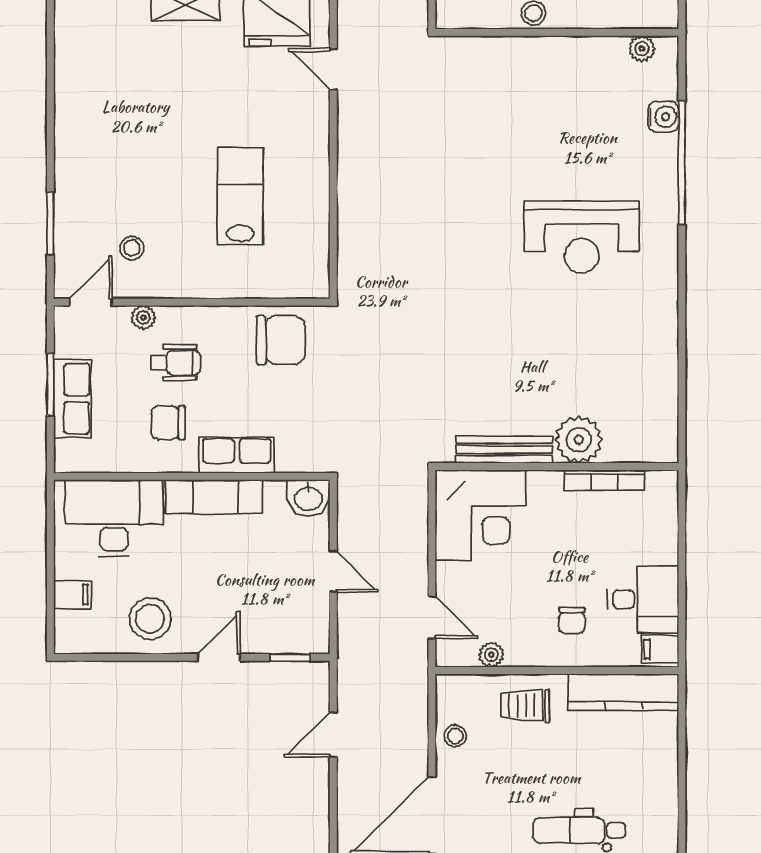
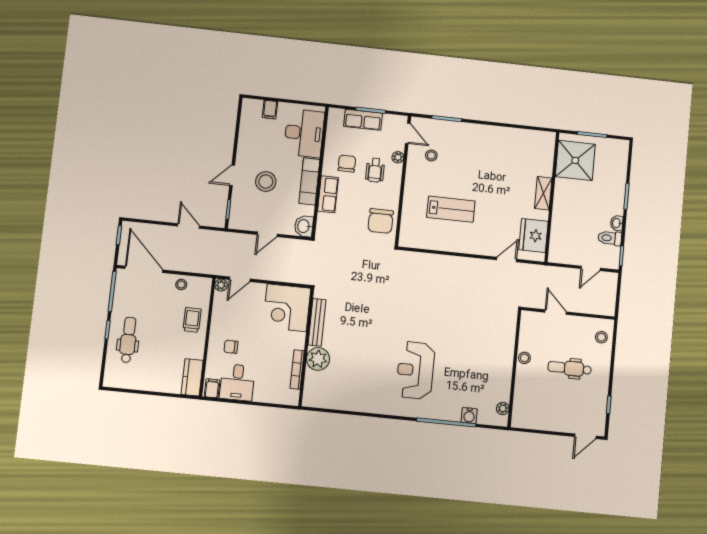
stool: (150, 619) -> (266, 182), moved
plant: (491, 655) -> (221, 285), moved
door: (219, 657) -> (232, 175), swing flipped
kitchen counter: (623, 692) -> (192, 377), width x0.67

